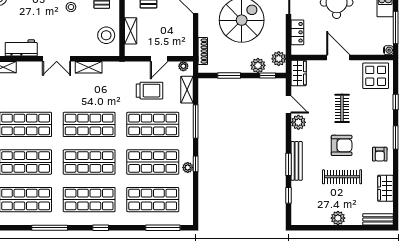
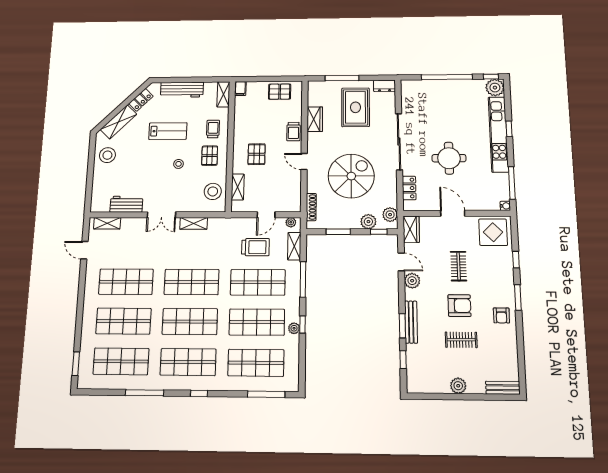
clothes rail: (342, 177) -> (461, 340), width x0.73
wardrobe: (385, 188) -> (510, 353), removed

